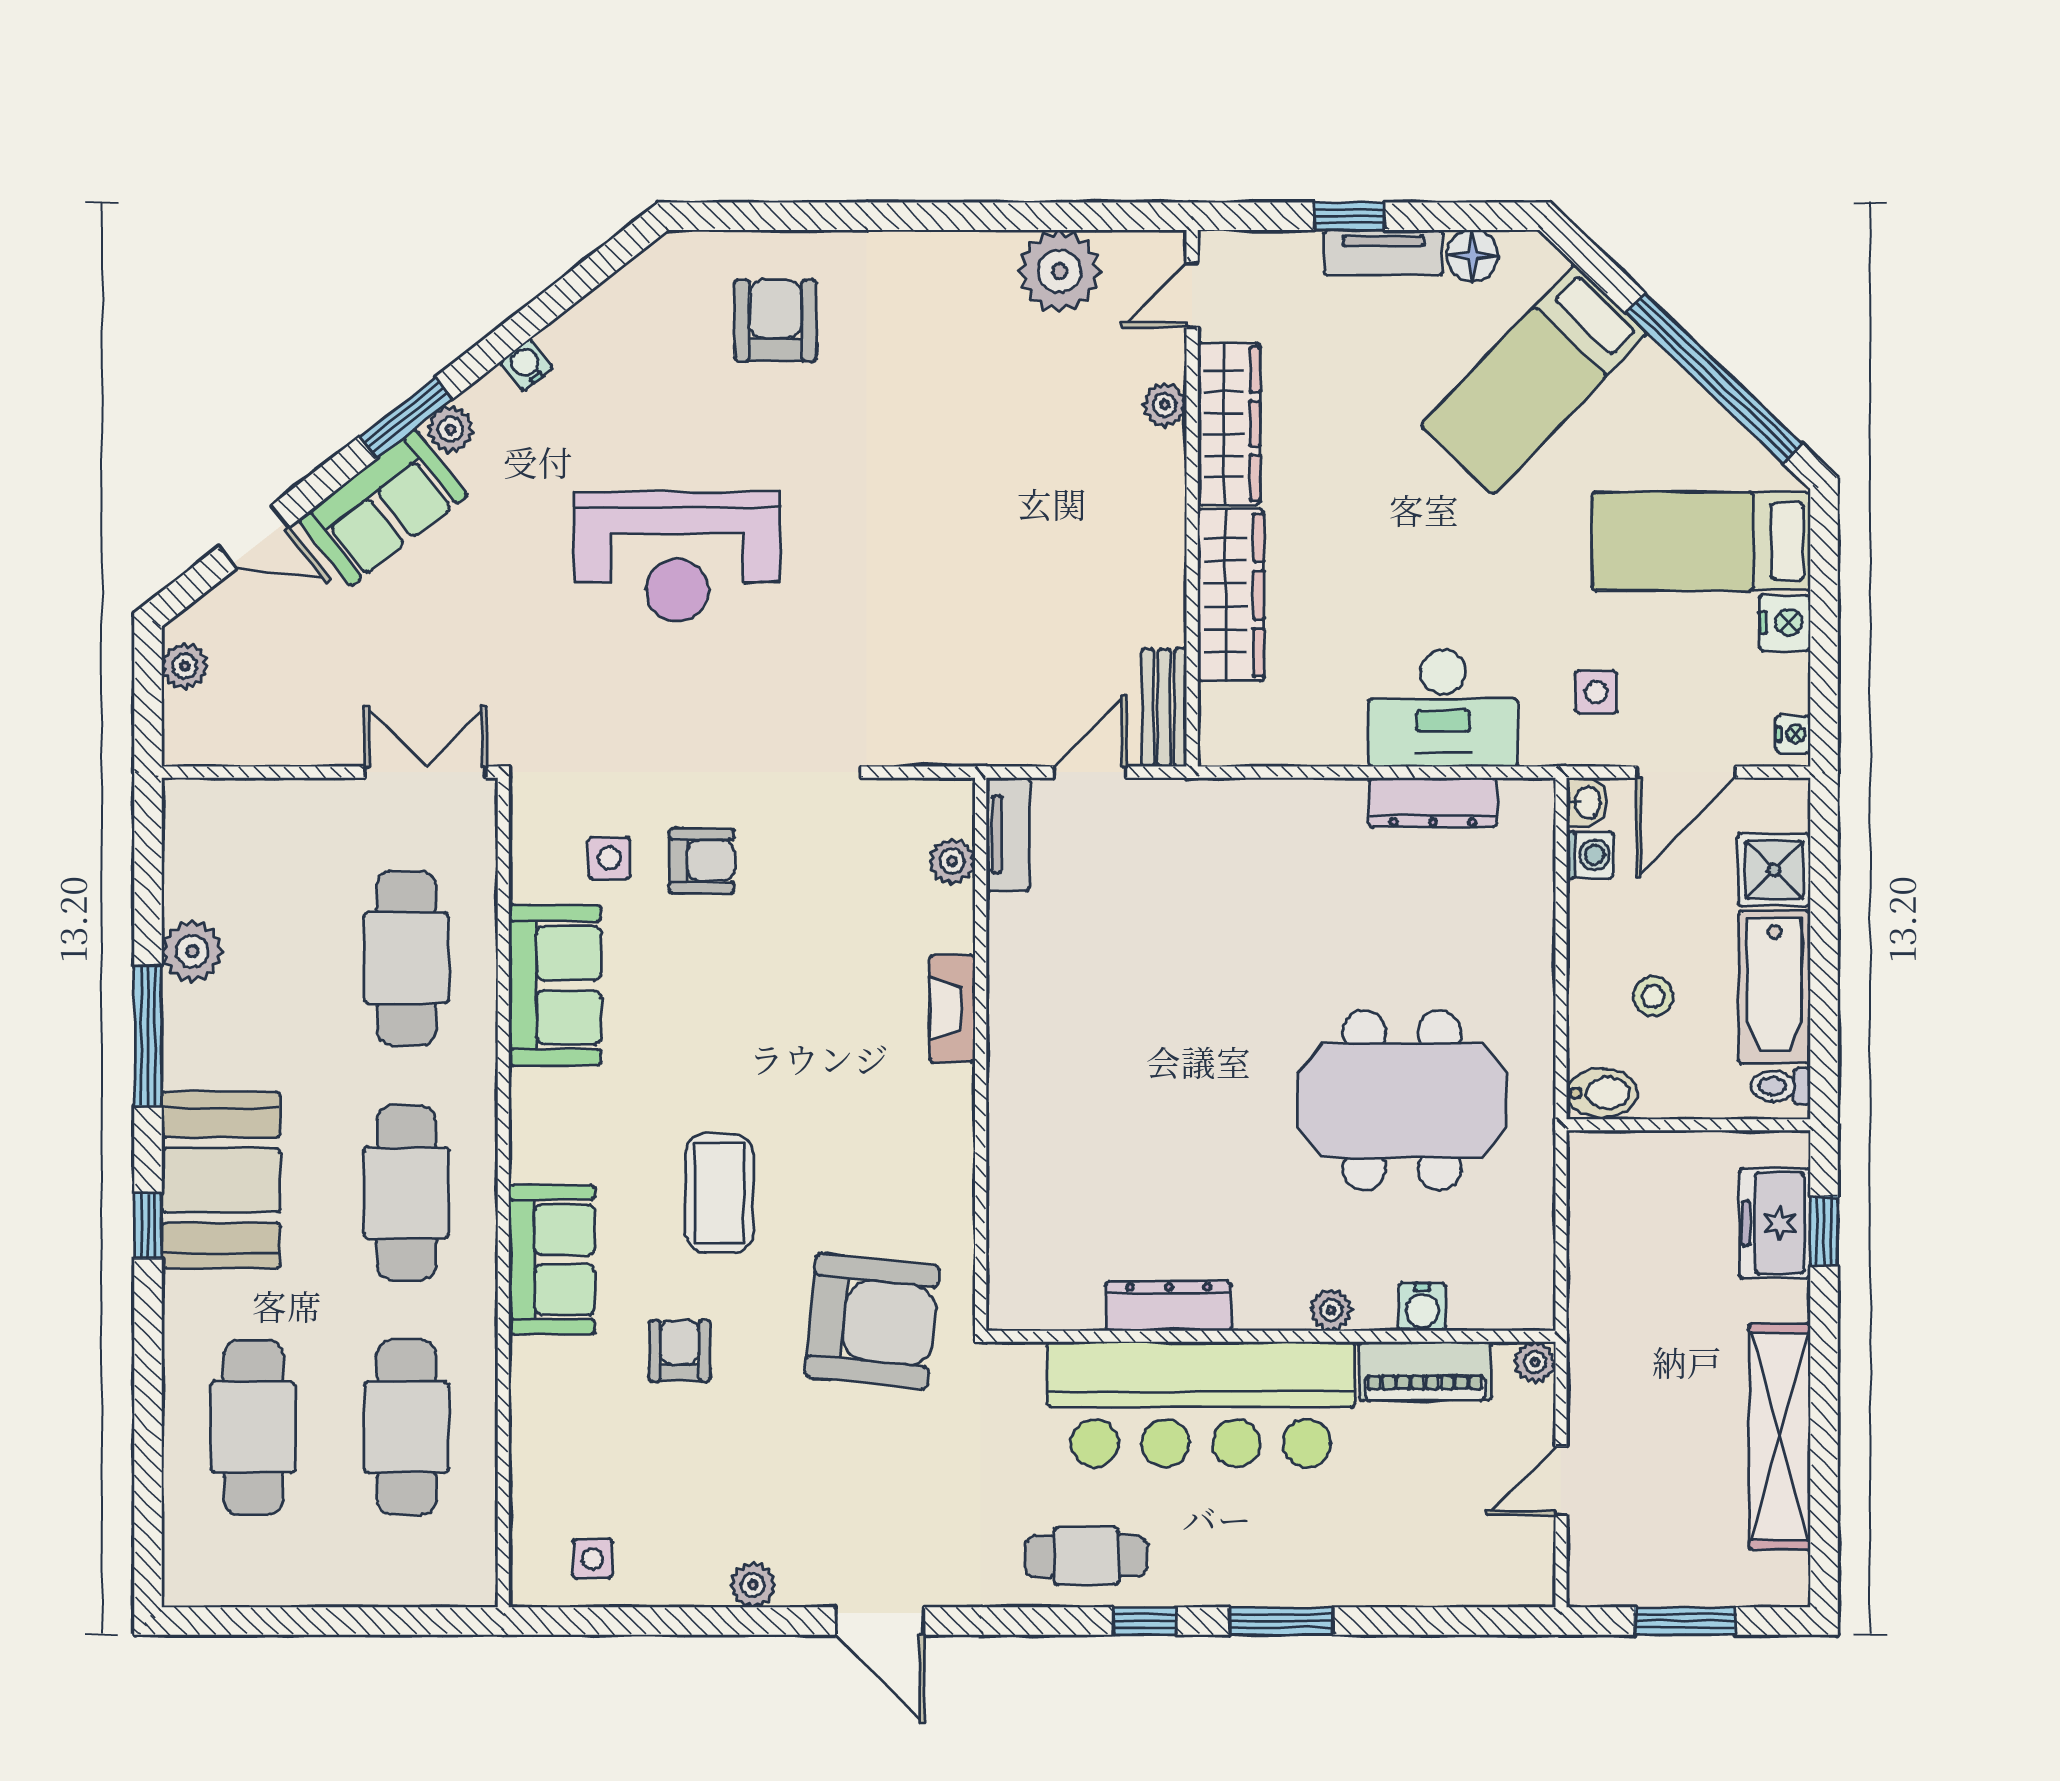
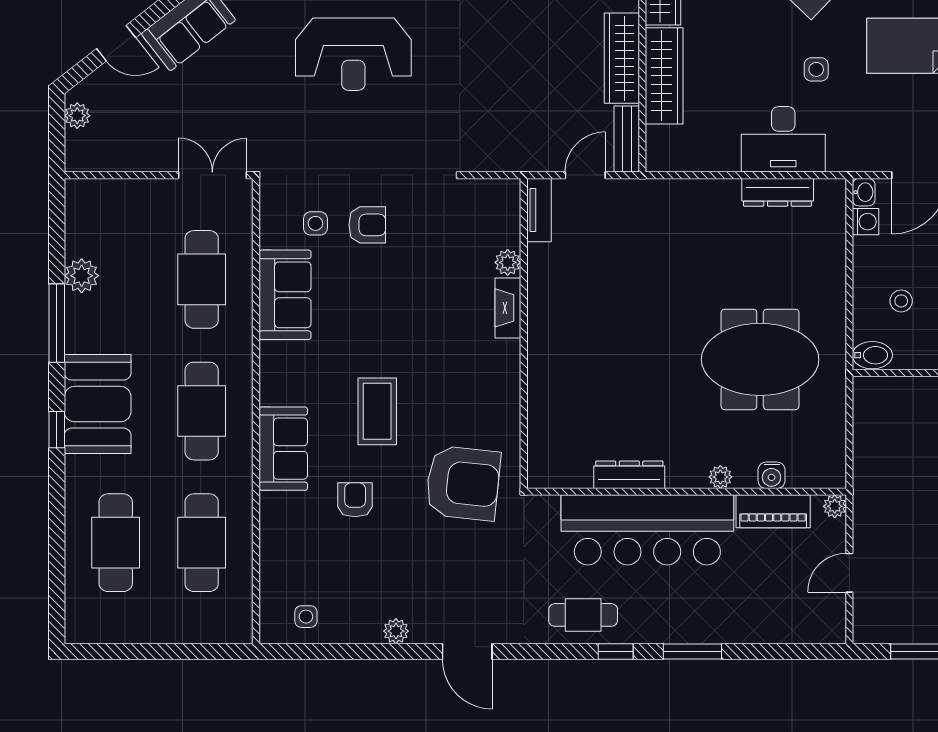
wardrobe: (1156, 564) -> (622, 58), added
side table: (1596, 692) -> (816, 69), moved
plant: (952, 861) -> (508, 262), moved

